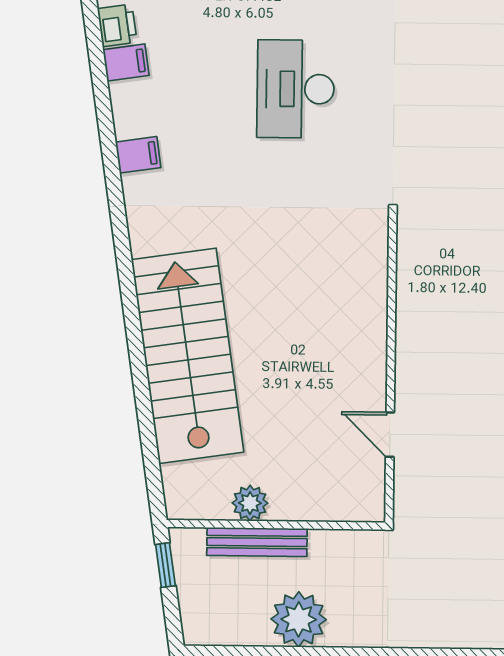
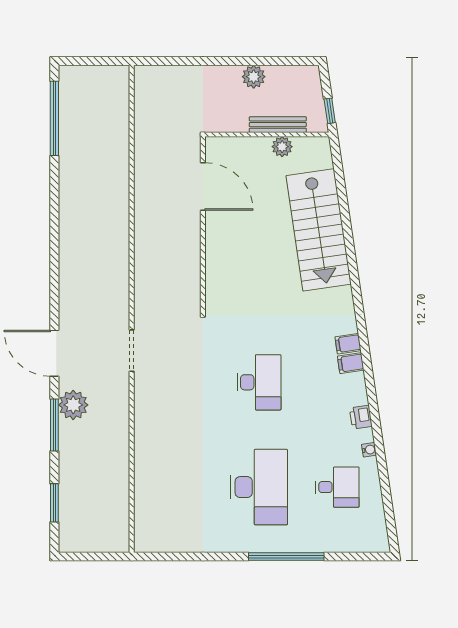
filing cabinet: (126, 63) -> (351, 363), moved
door: (390, 435) -> (203, 187), width x1.87
plant: (299, 619) -> (254, 77), width x0.73, depth x0.73

